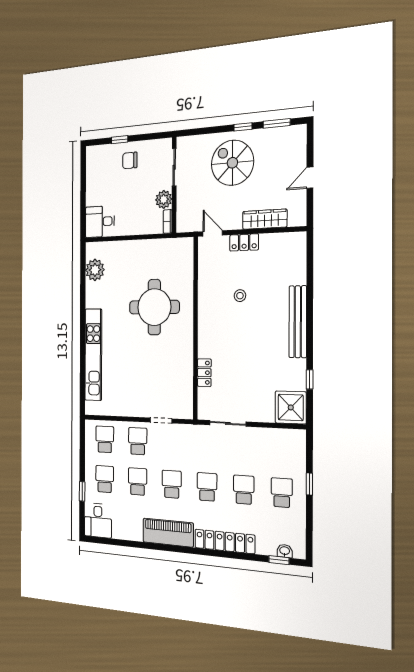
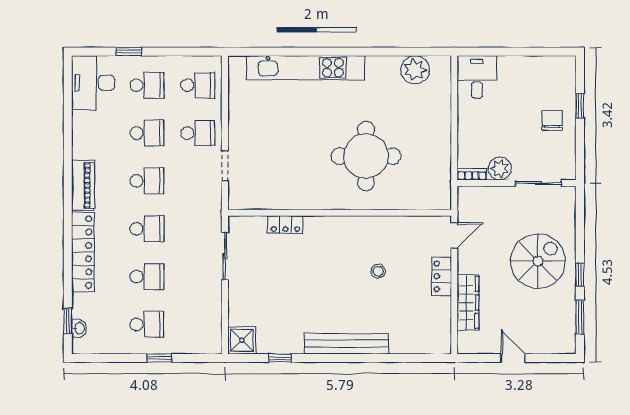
shower: (291, 407) -> (242, 340), width x0.73, depth x0.73
desk: (98, 520) -> (93, 83), width x1.37
piano: (168, 533) -> (83, 185), width x0.73, depth x0.75

